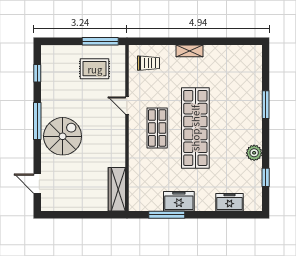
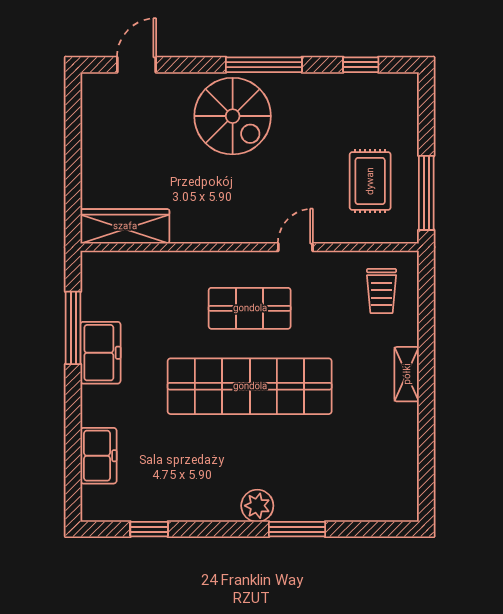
plant: (254, 153) -> (257, 506), moved

